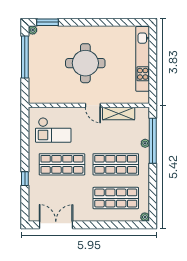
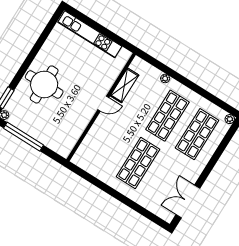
round table: (85, 63) -> (44, 84), moved
checkout: (53, 130) -> (103, 152), removed
window: (153, 141) -> (167, 70), removed
window: (25, 179) -> (130, 203), removed

